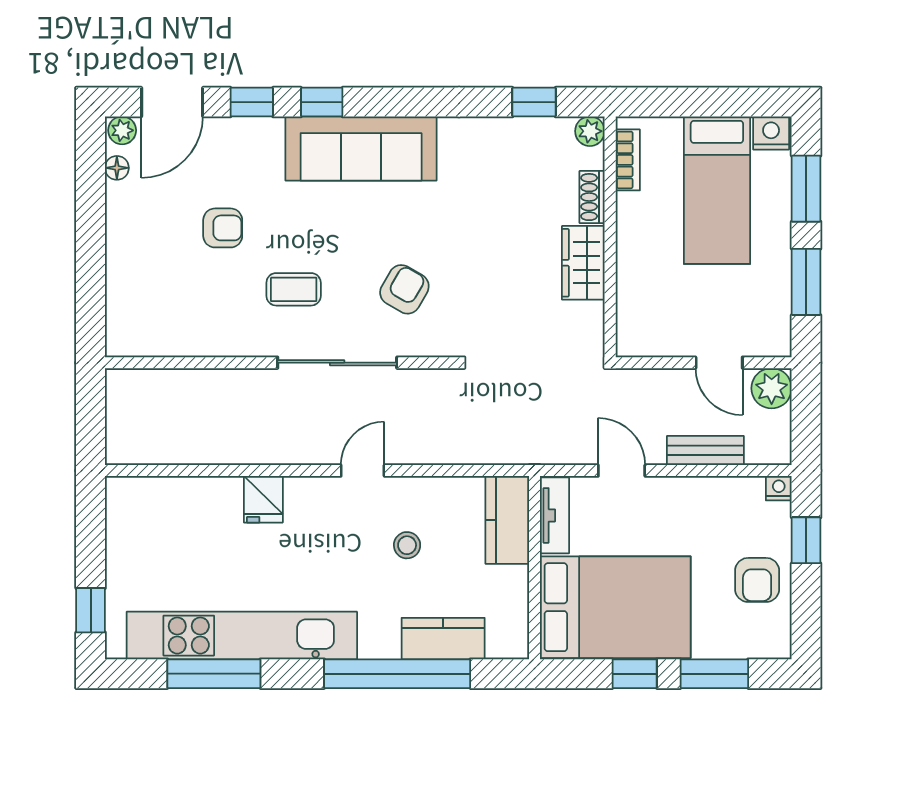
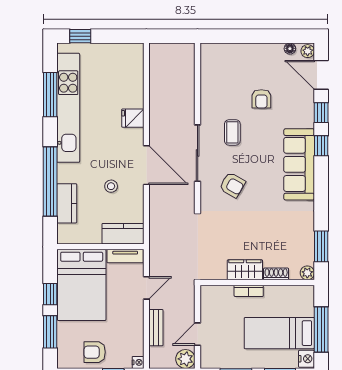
window: (534, 102) -> (321, 246), width x1.50
window: (709, 102) -> (321, 329), added
bookcase: (628, 160) -> (249, 291), moved
door: (363, 471) -> (146, 165), width x1.88

